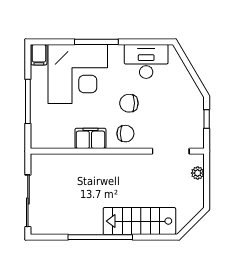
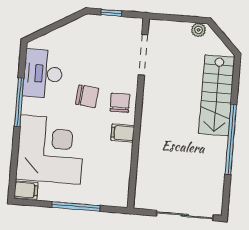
window: (96, 42) -> (19, 102), moved
chair: (129, 103) -> (87, 96), turned -84
filing cabinet: (90, 138) -> (123, 133), width x0.50
plant: (198, 173) -> (198, 30), moved

